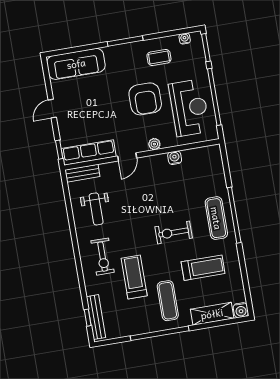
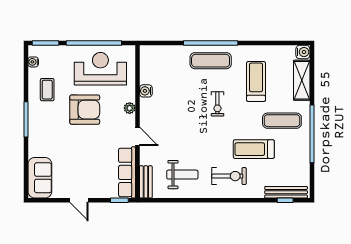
sofa: (76, 64) -> (40, 178), width x0.73
exercise bike: (174, 232) -> (217, 104), width x0.73, depth x0.72

